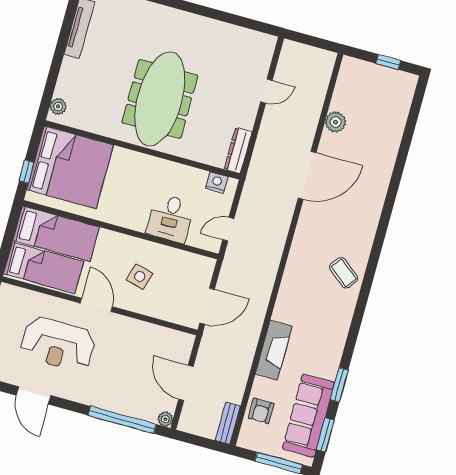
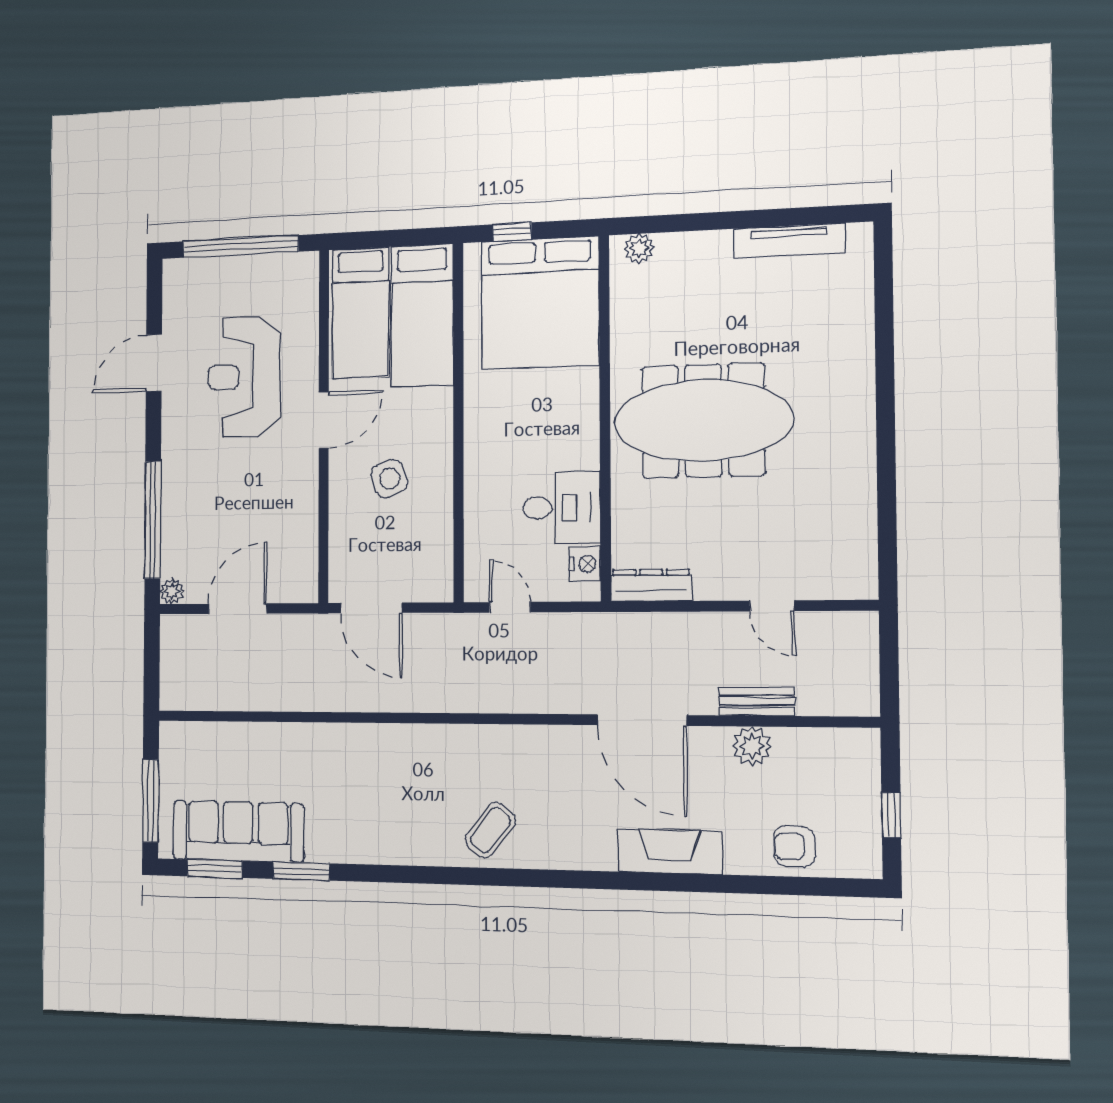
desk: (170, 218) -> (561, 508), moved, turned 180
side table: (140, 276) -> (389, 478), turned -35
fireplace: (274, 350) -> (670, 851), moved, turned 180
armchair: (261, 411) -> (794, 846), moved
bench: (228, 423) -> (757, 701), moved

